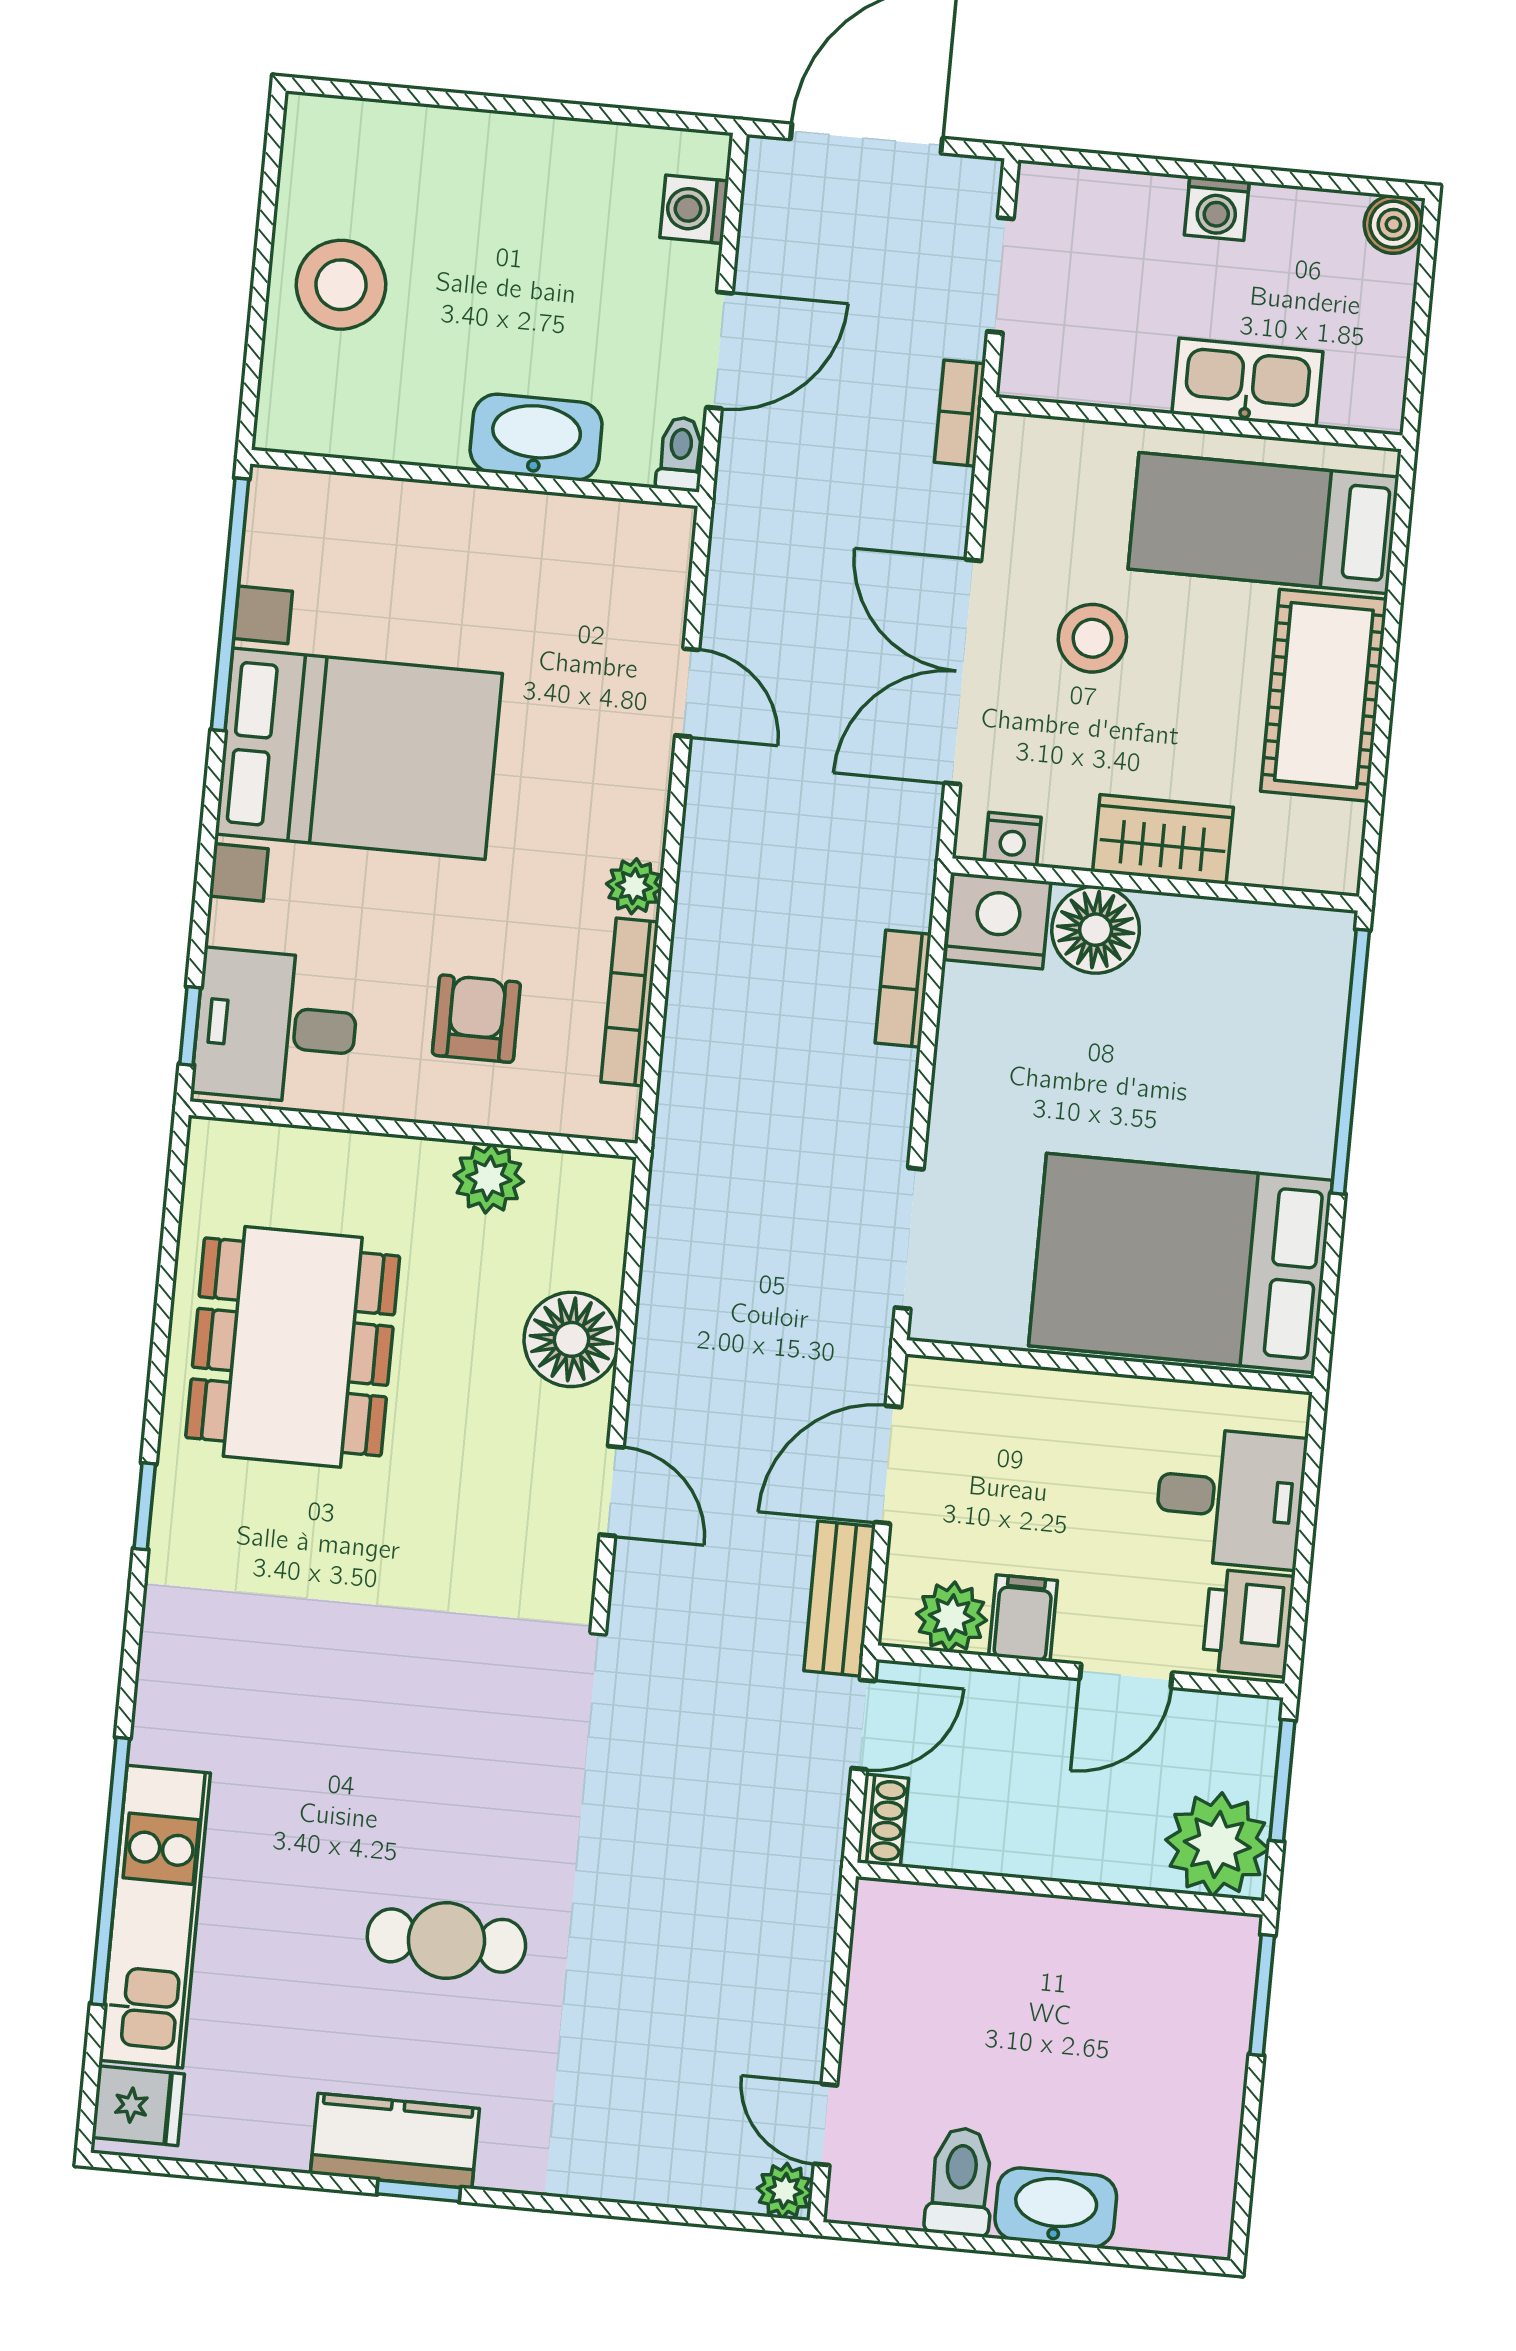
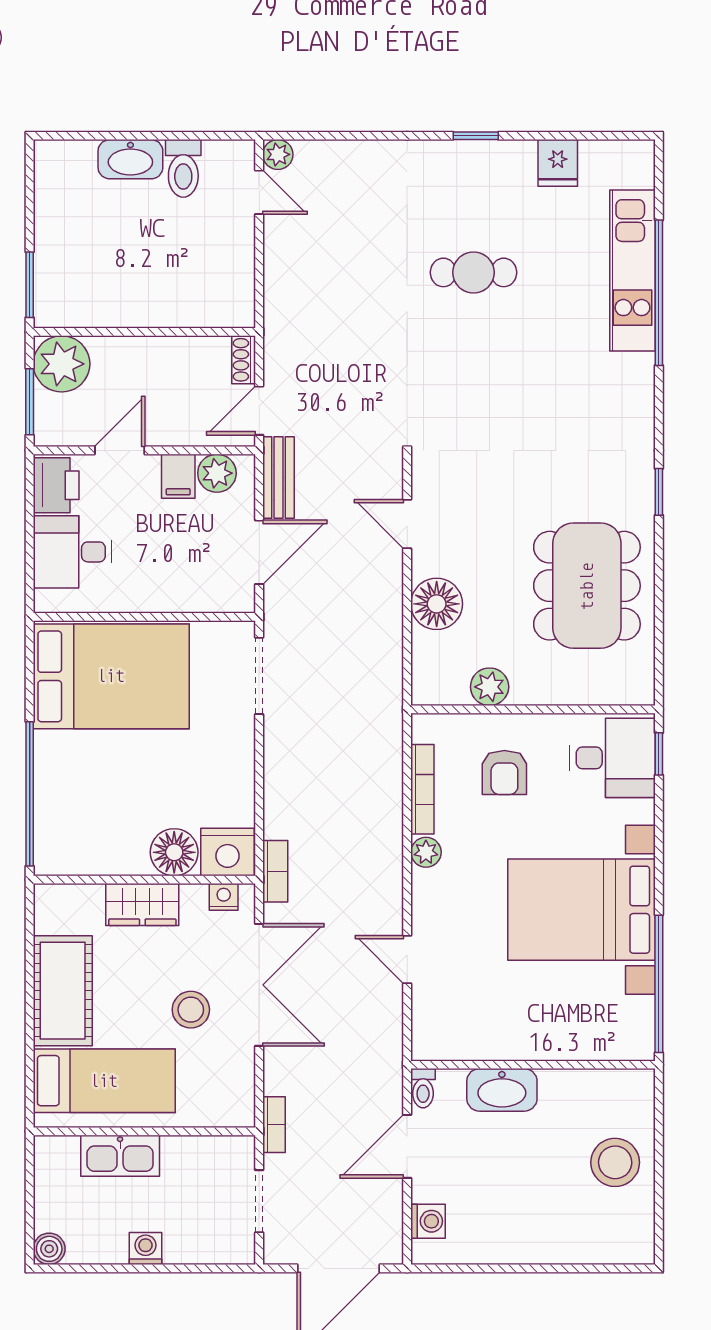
bookcase: (903, 989) -> (275, 871), moved
fridge: (138, 2106) -> (558, 163), moved, turned -90
kitchen counter: (395, 2141) -> (491, 161), removed

